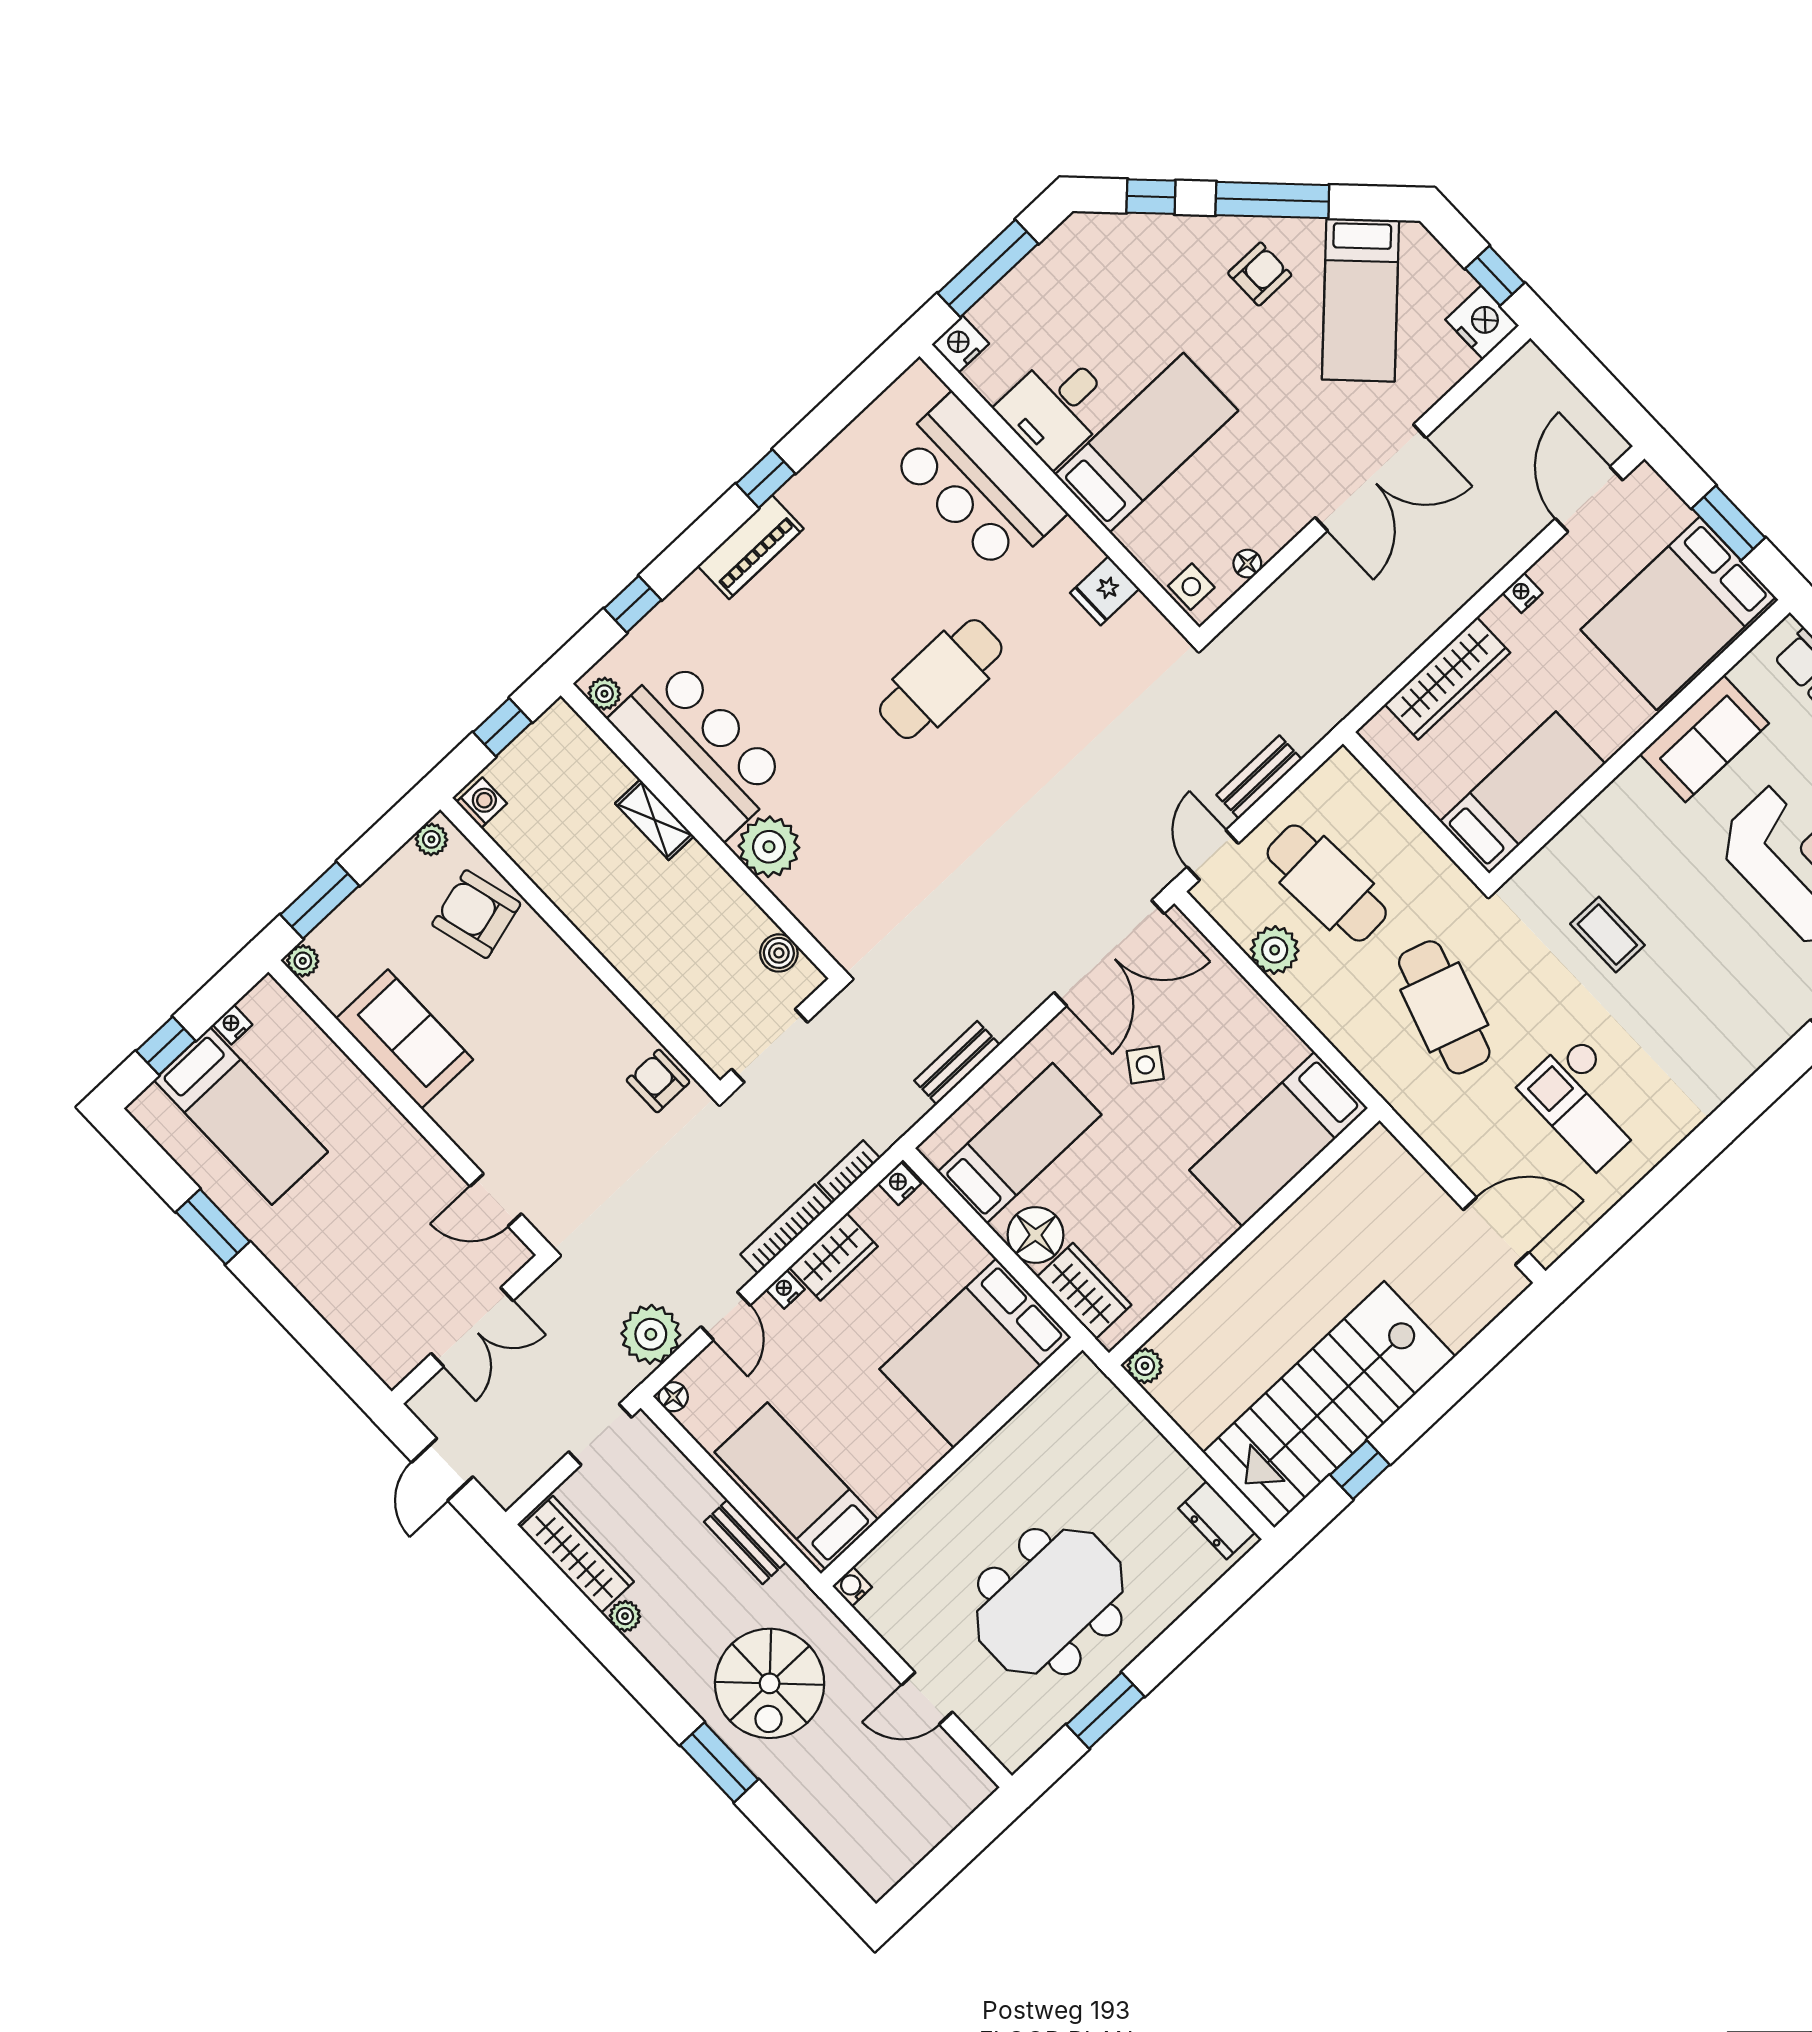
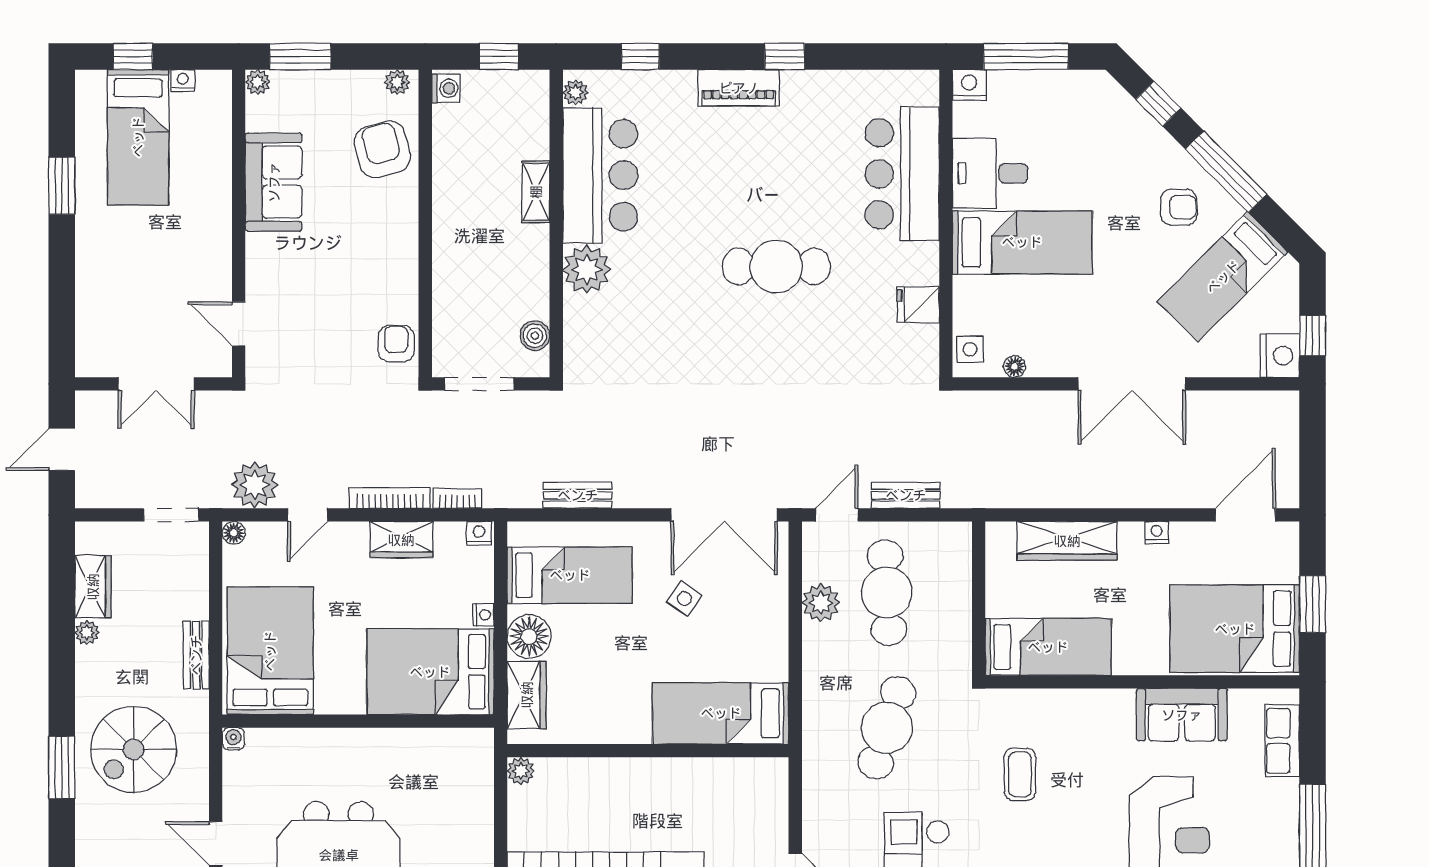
nightstand: (785, 1289) -> (483, 615), moved, turned 90
bed: (796, 1486) -> (270, 651), width x1.50
wardrobe: (577, 1554) -> (93, 587), width x0.67

